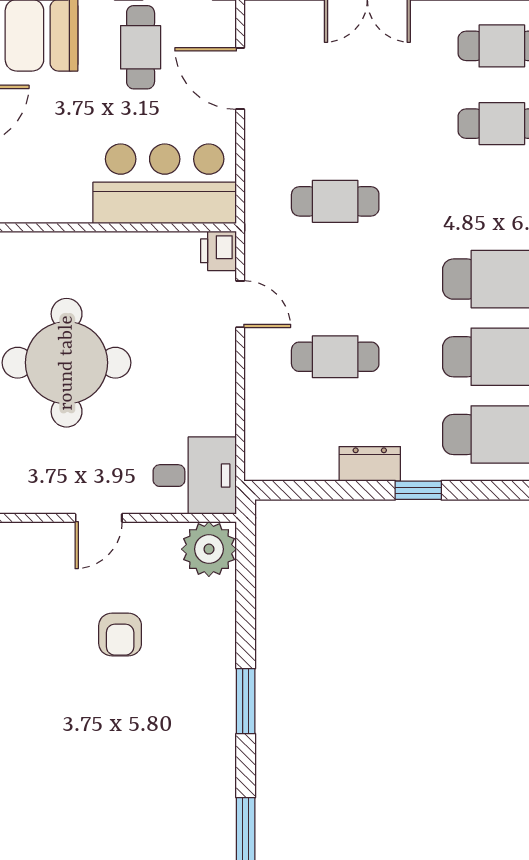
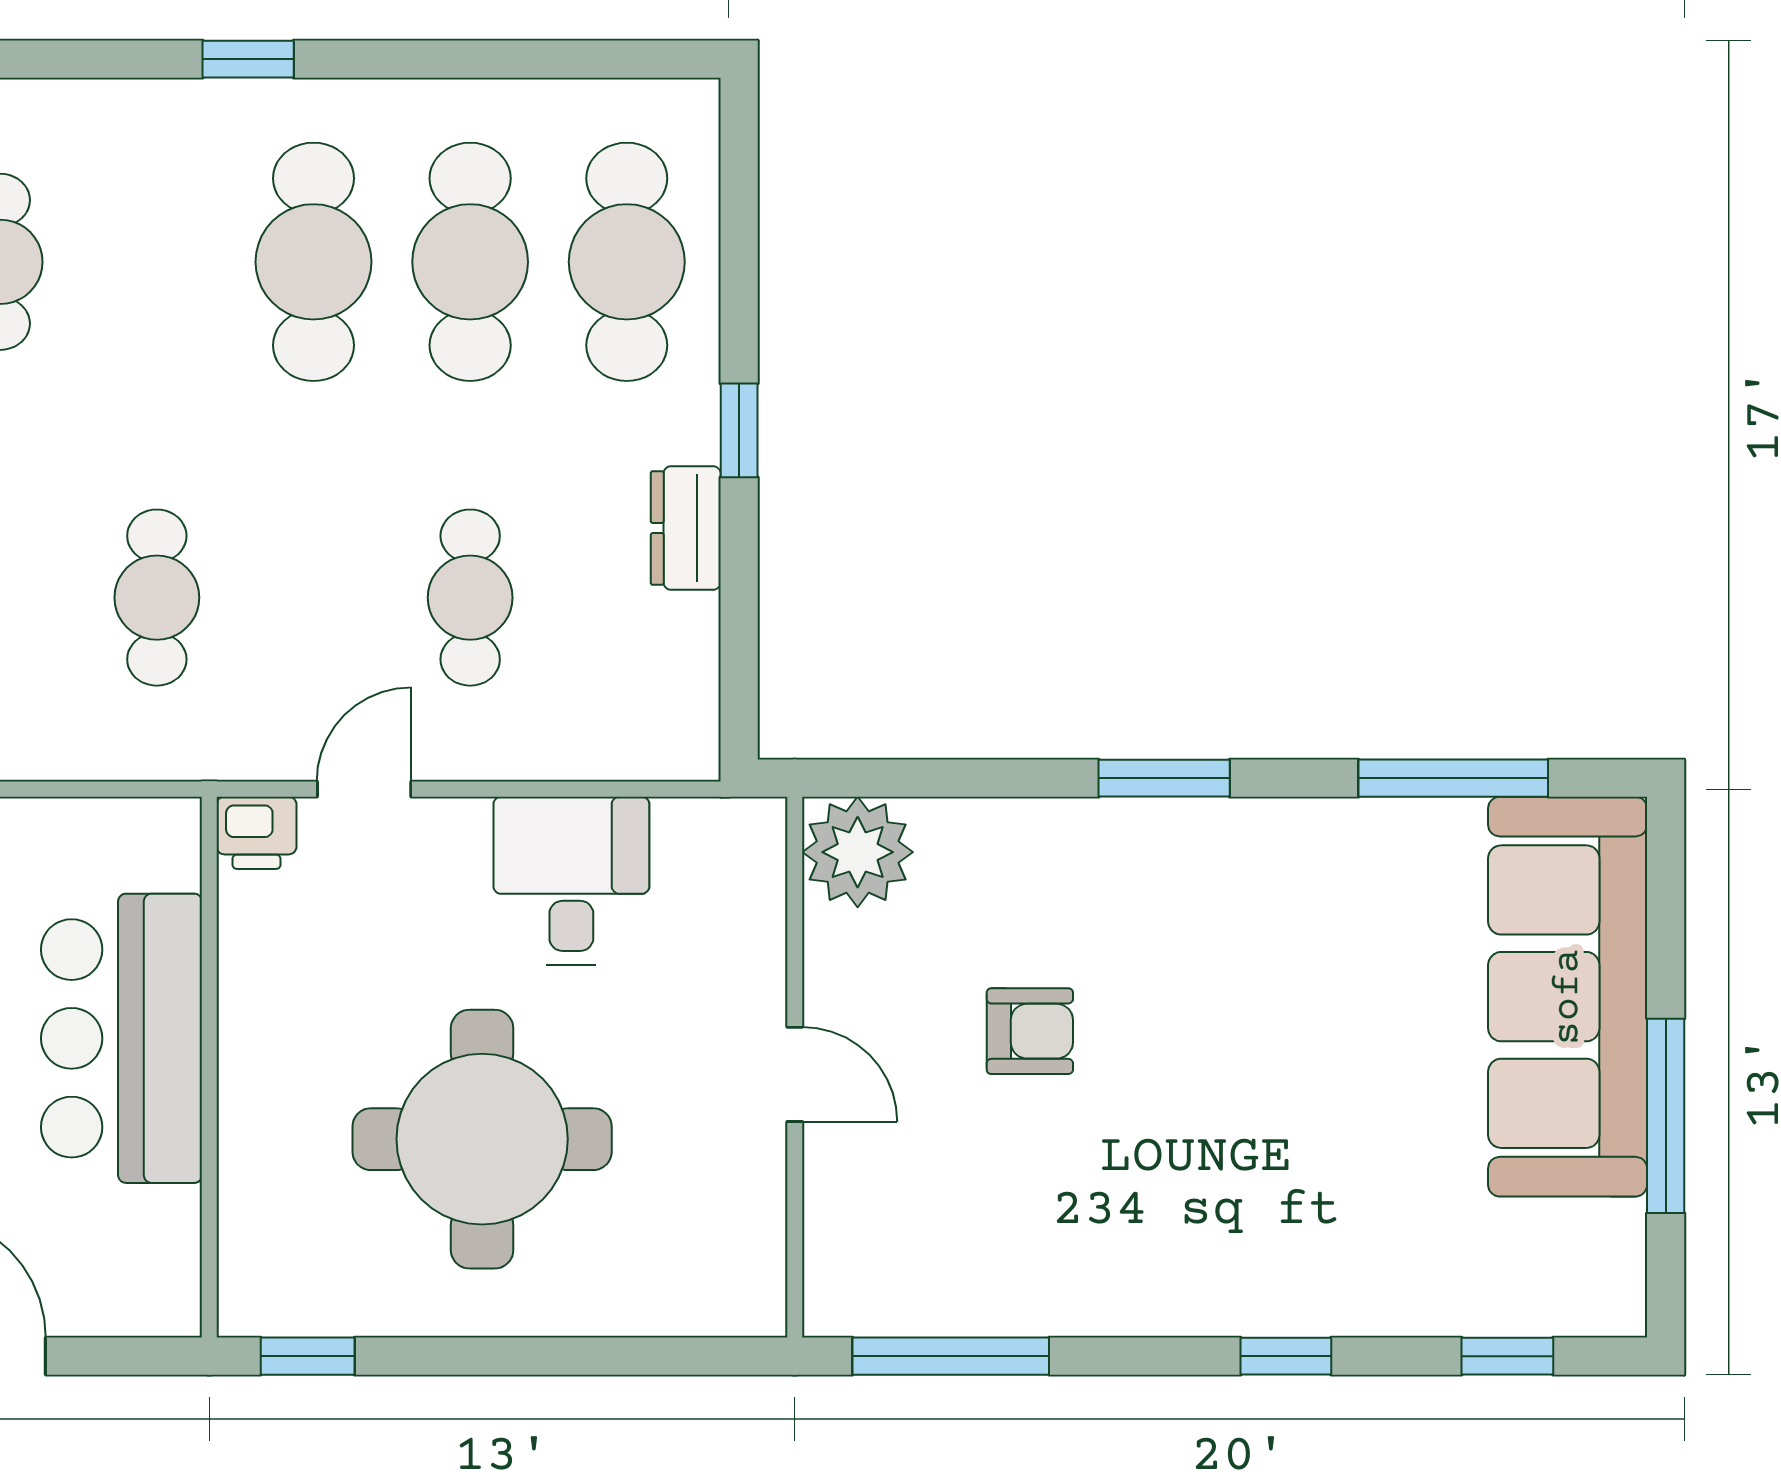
bar counter: (165, 184) -> (121, 1038), moved
desk: (195, 476) -> (571, 881), moved

